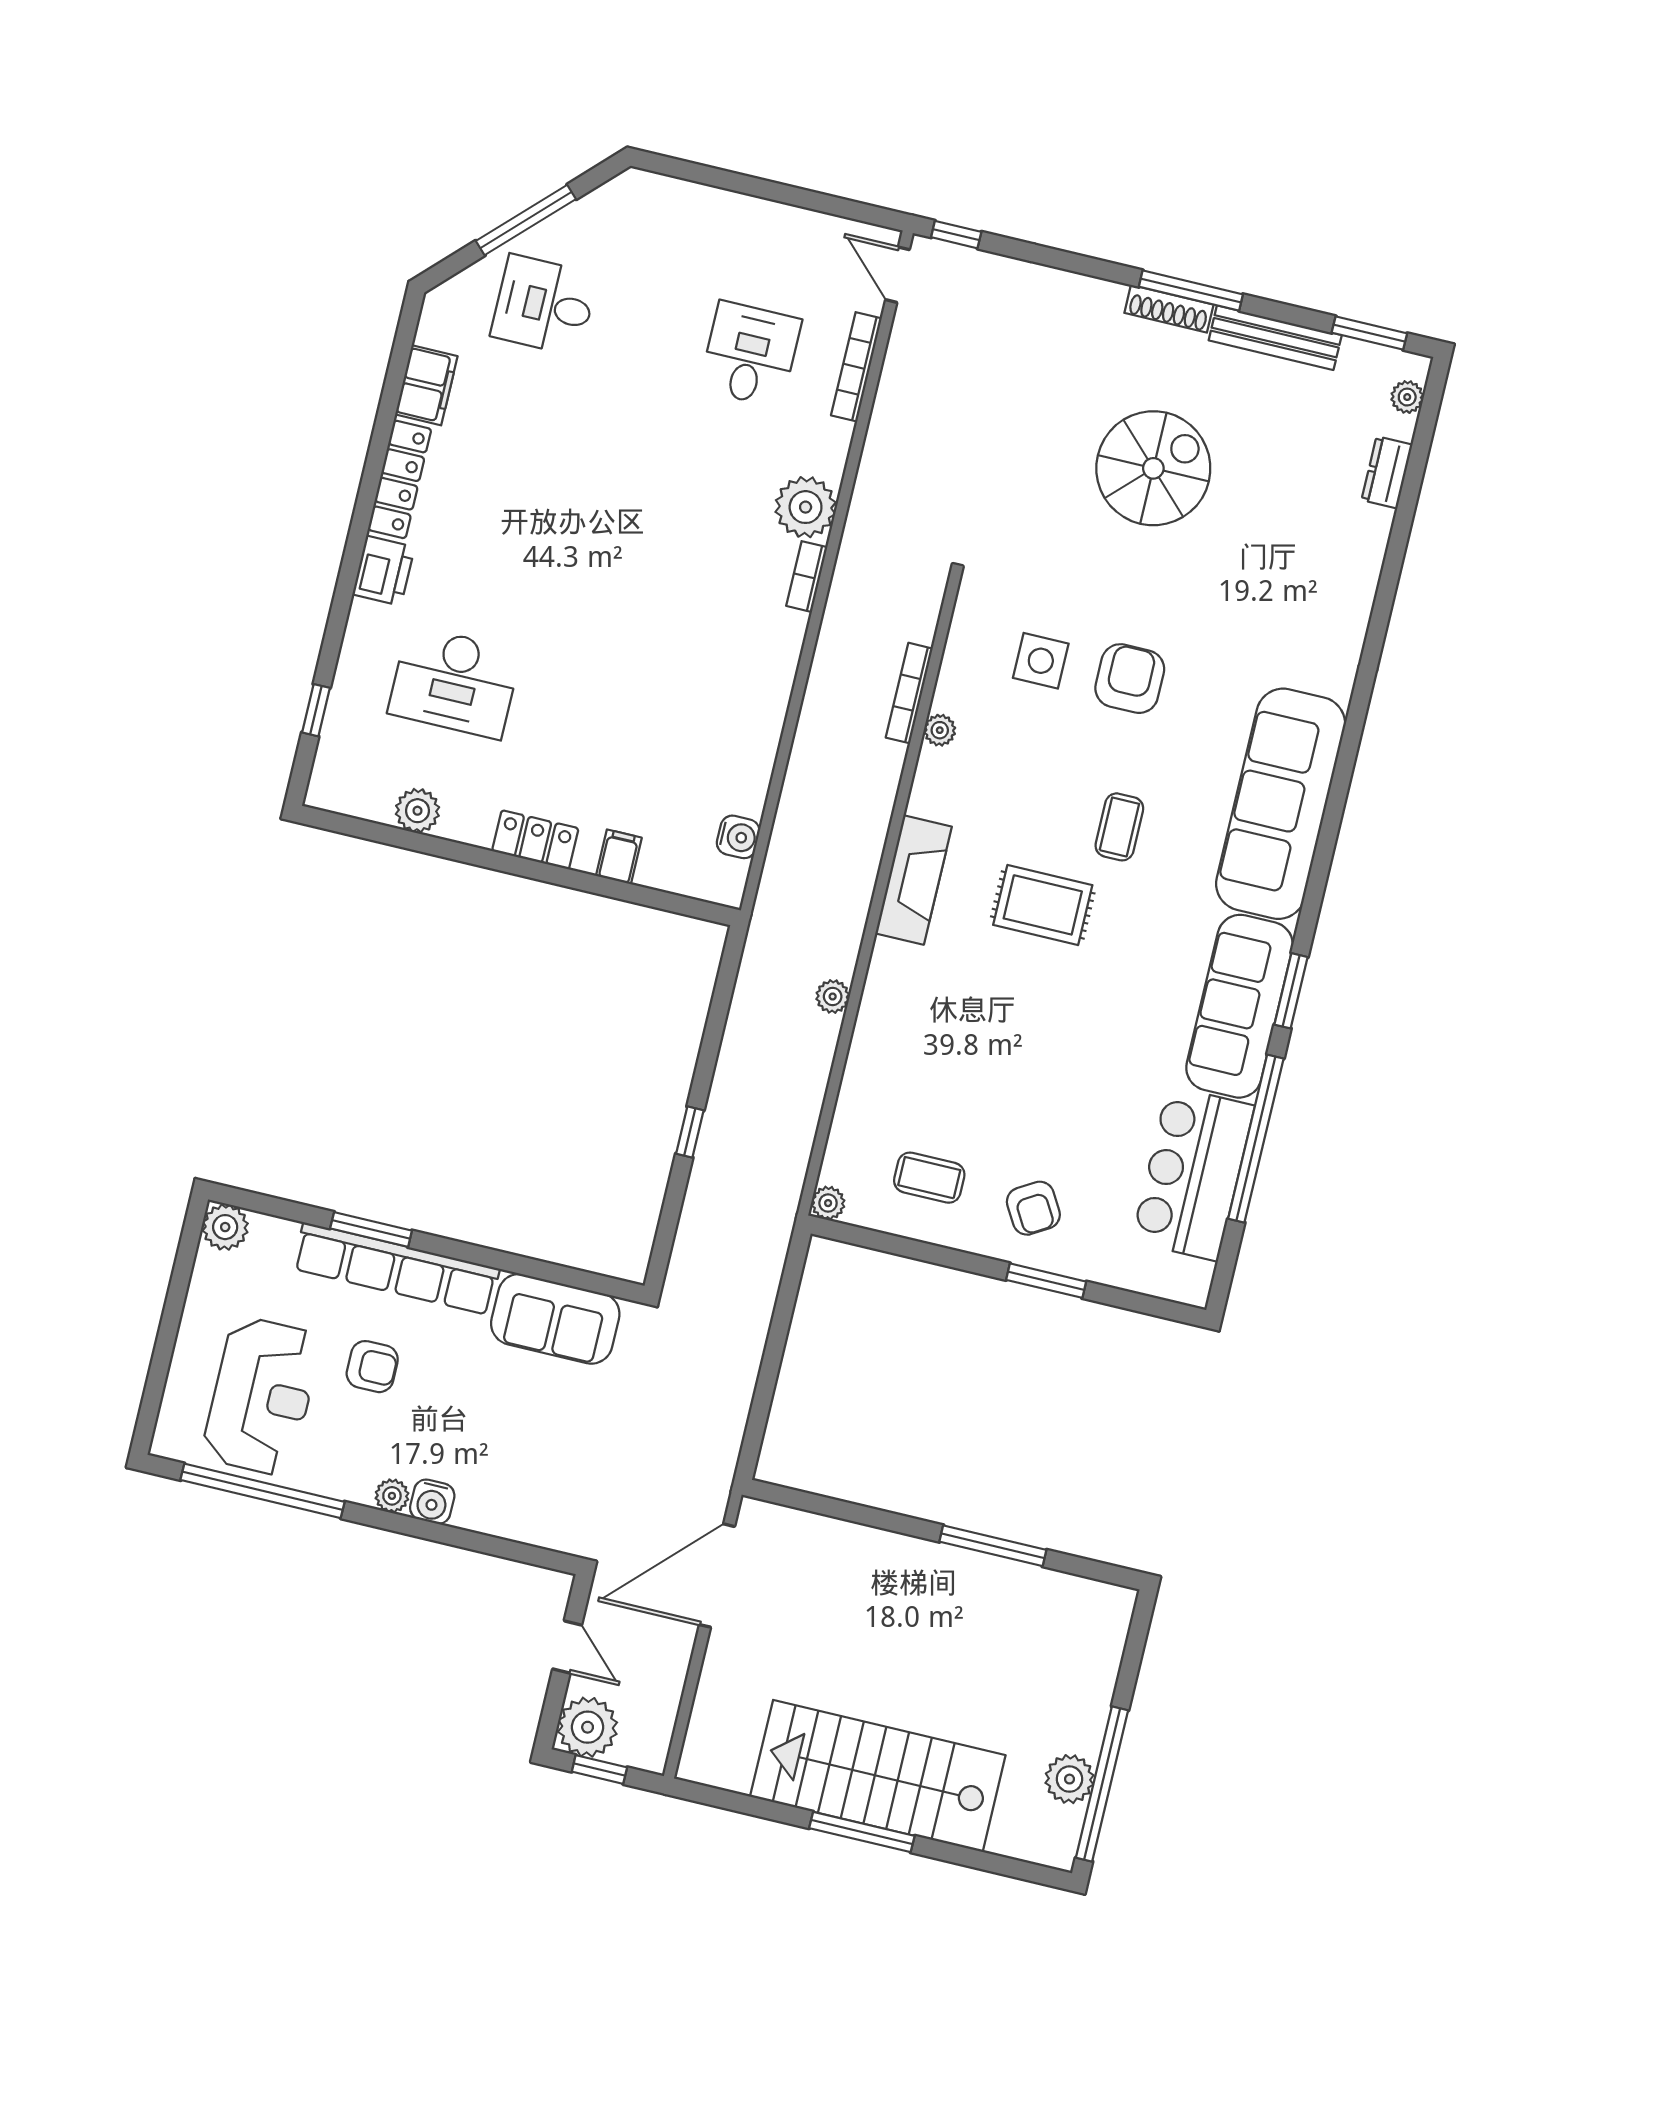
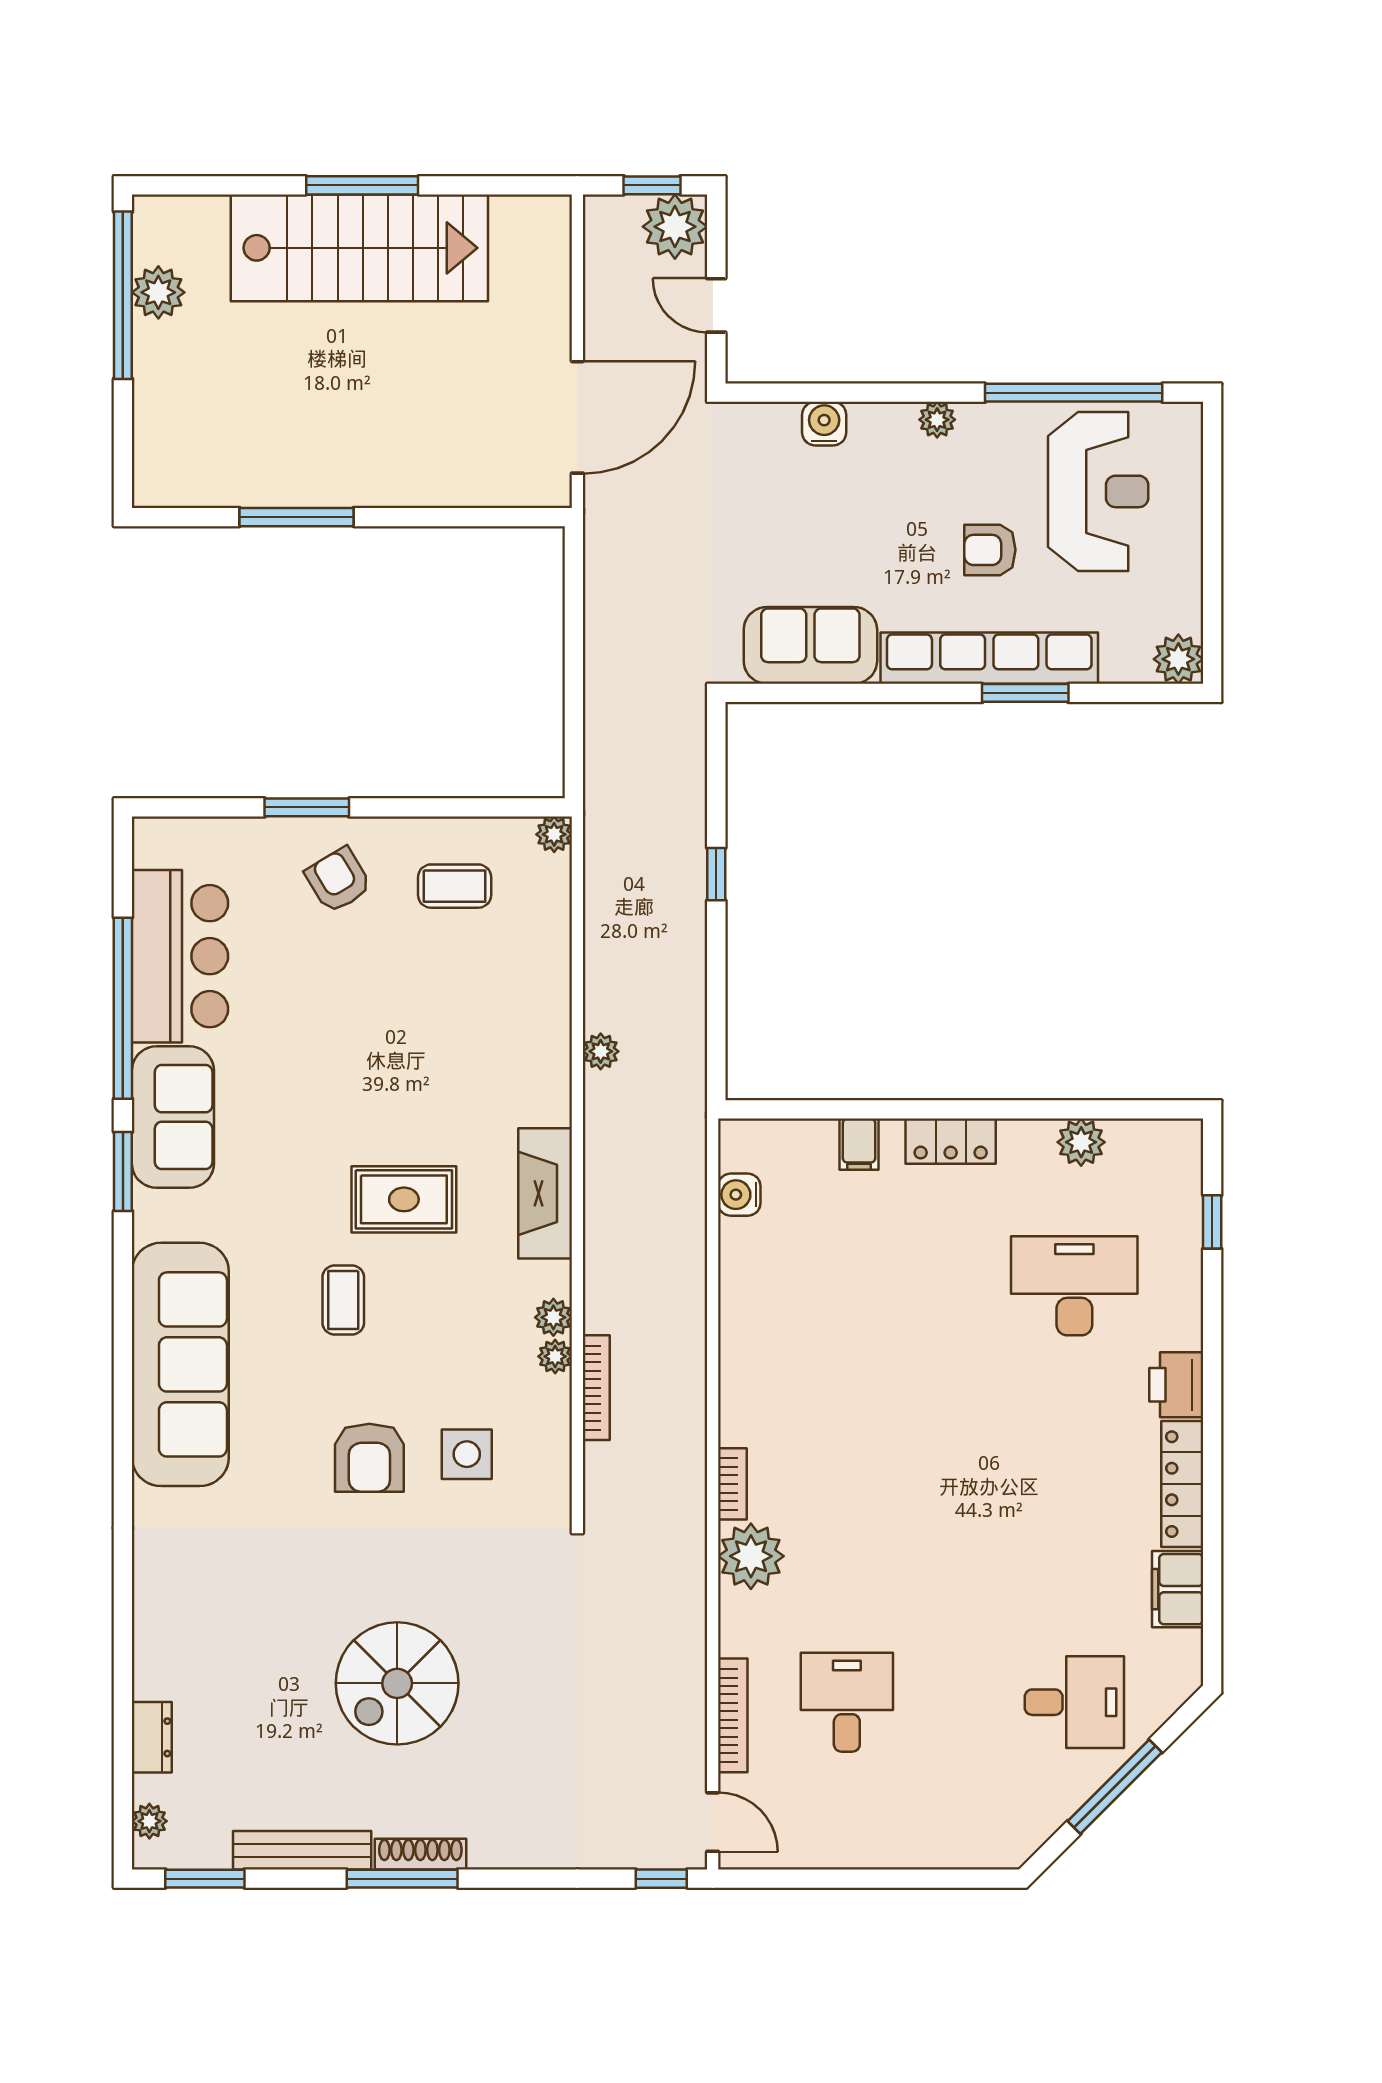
desk: (750, 354) -> (847, 1702), turned 180
plant: (933, 766) -> (553, 1317), added
sofa: (1240, 1006) -> (173, 1117), width x0.73
reception desk: (262, 1396) -> (1098, 491), turned 180
water cooler: (432, 1502) -> (824, 424), moved

